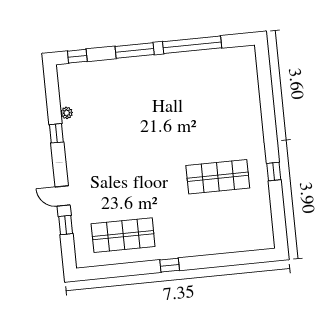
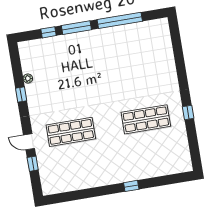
window: (77, 56) -> (48, 32), moved
shop shelf: (123, 235) -> (71, 132), moved
window: (170, 265) -> (131, 186), moved

